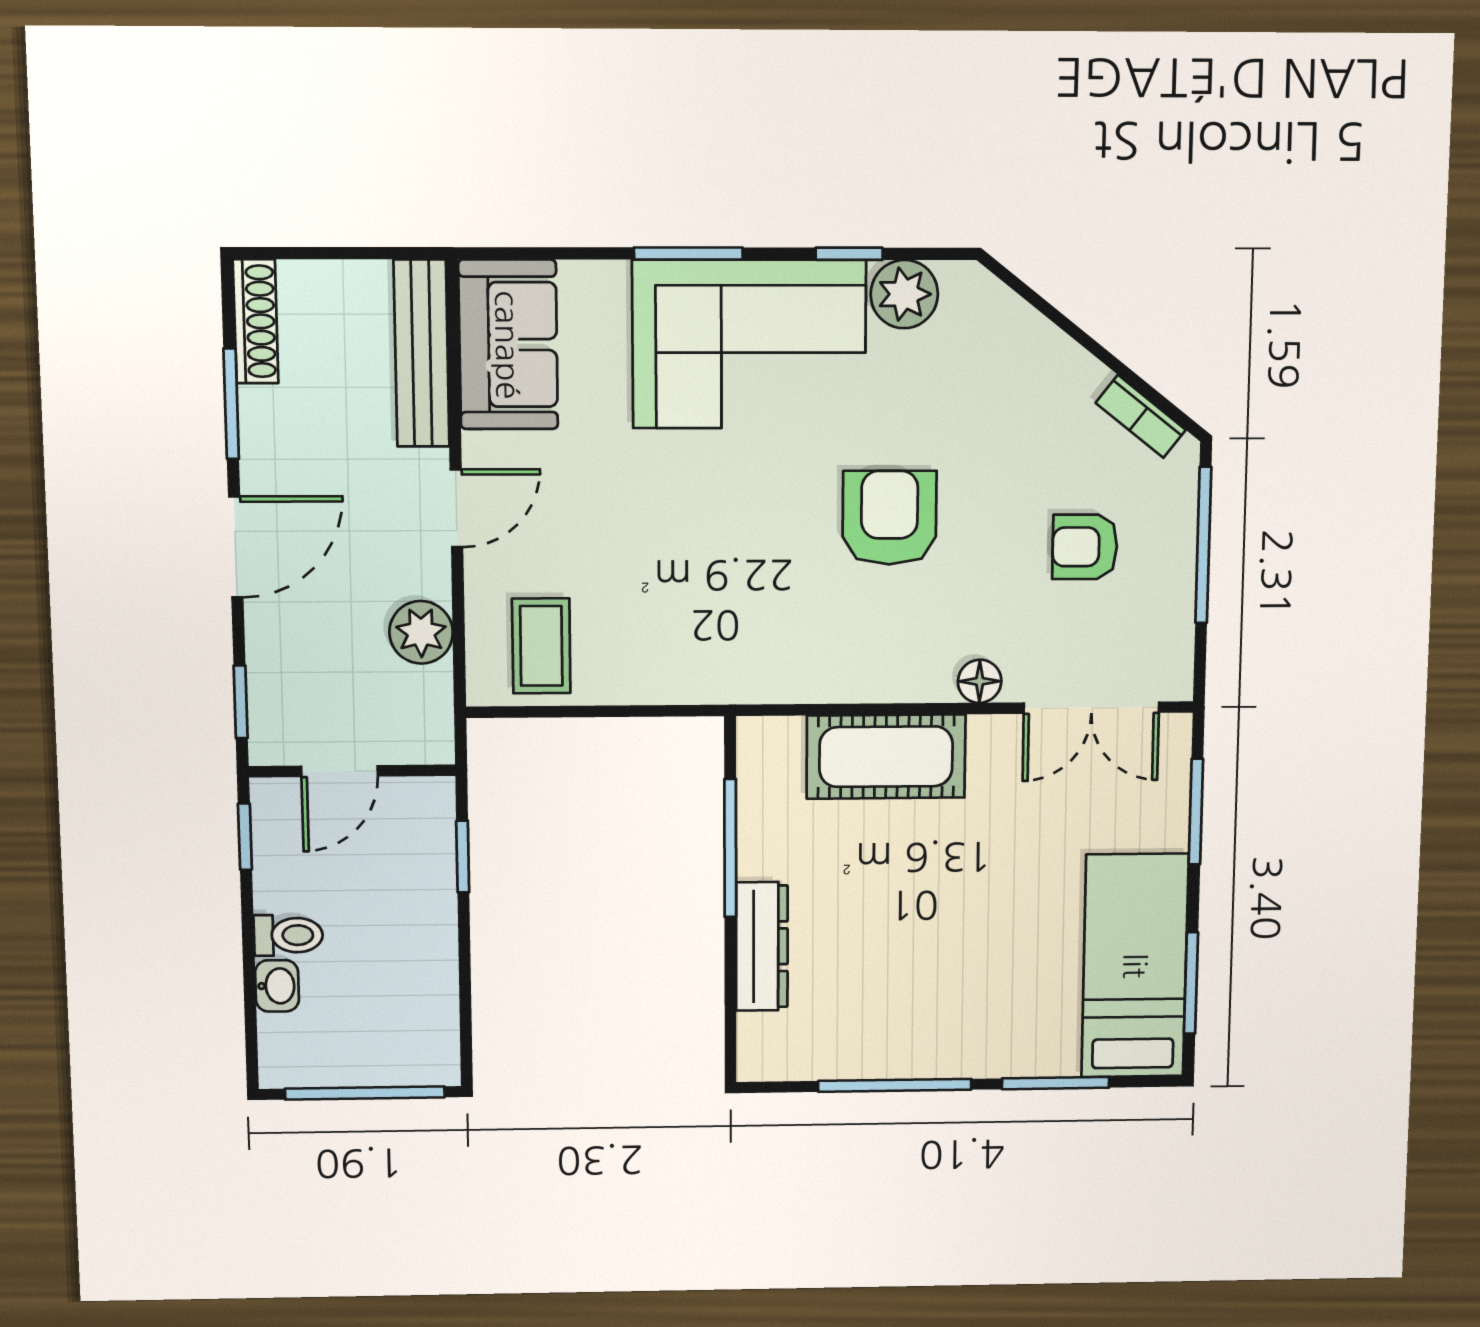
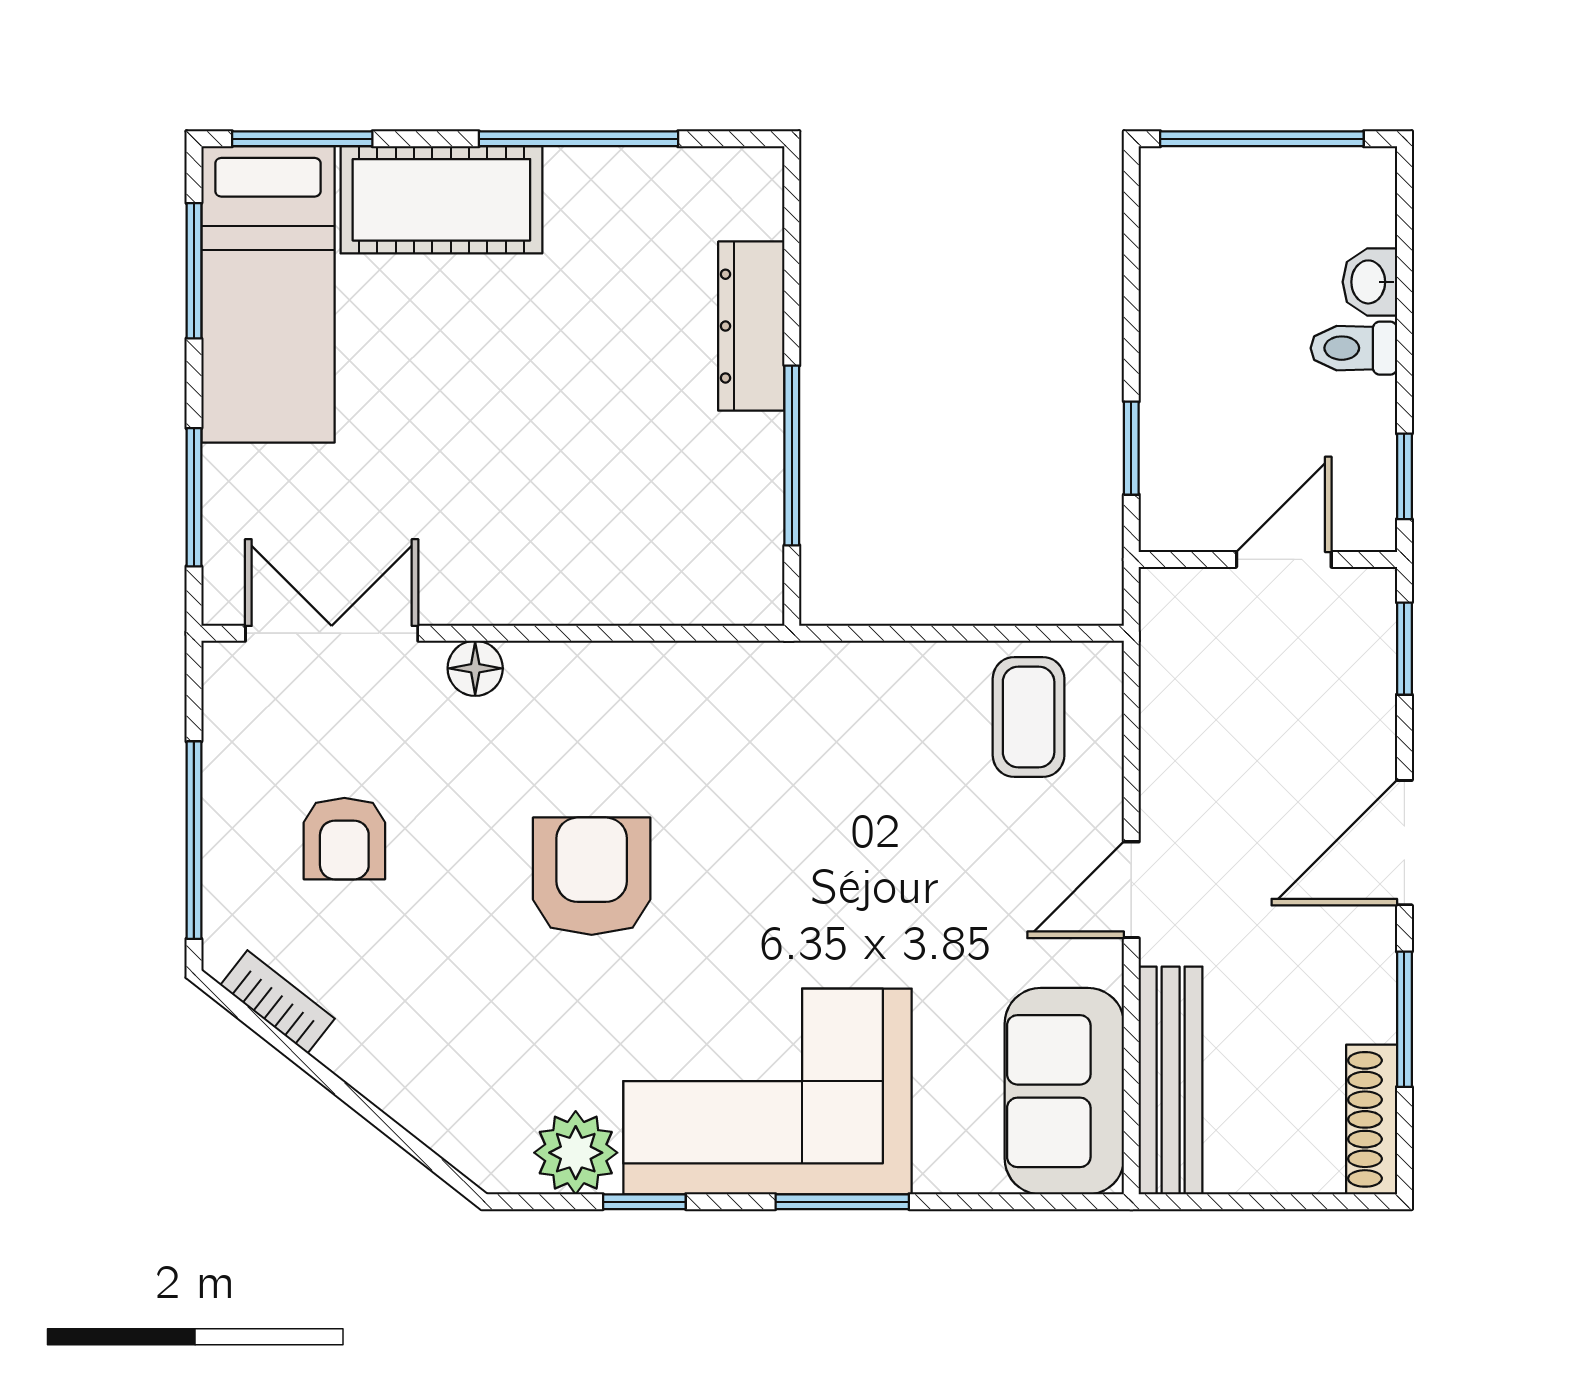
armchair: (890, 518) -> (592, 876), turned 180
armchair: (1085, 547) -> (344, 839), turned 90
plant: (421, 632) -> (1178, 735), removed
cot: (886, 757) -> (441, 200), moved
window: (1056, 1083) -> (302, 139), moved

